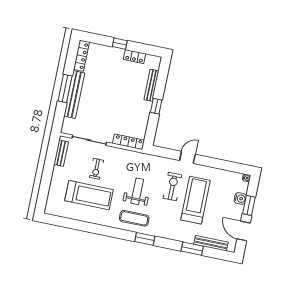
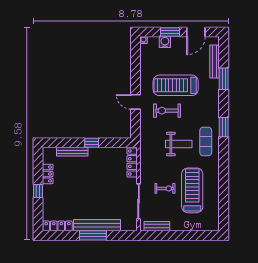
weight bench: (137, 191) -> (179, 144), turned 180

